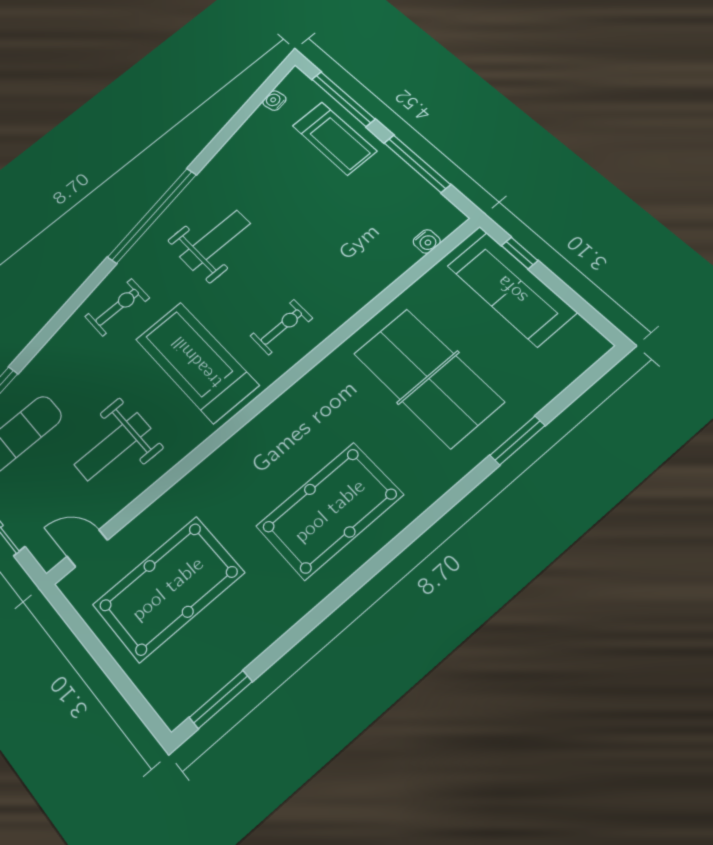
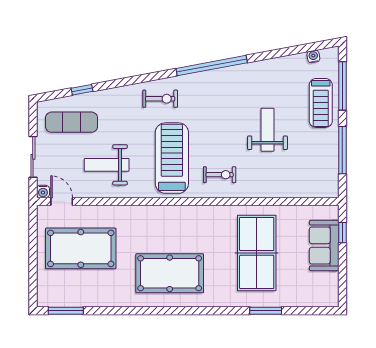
weight bench: (215, 240) -> (267, 130), moved, turned -90
water cooler: (427, 241) -> (43, 192), moved
sofa: (512, 289) -> (324, 245), width x0.73

